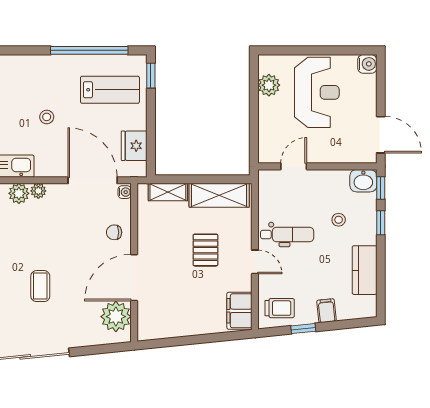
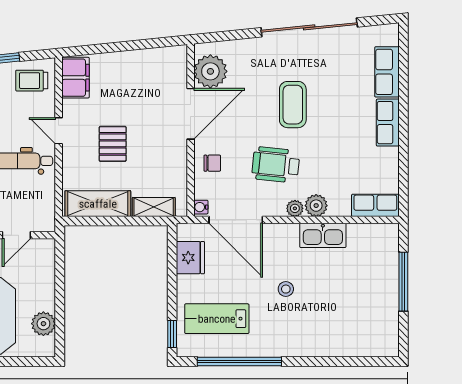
wheelchair: (56, 231) -> (276, 165), added
coffee table: (40, 286) -> (293, 105), width x1.36, depth x1.30

